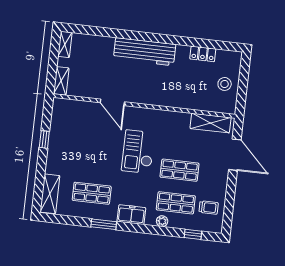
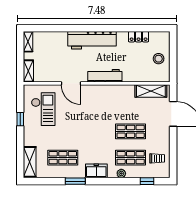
workbench: (156, 98) -> (105, 76), added
checkout: (138, 152) -> (43, 109), moved, turned 180

